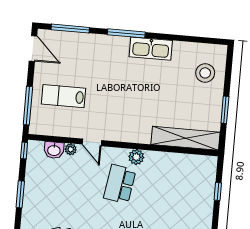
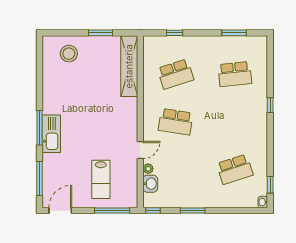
kitchen sink: (151, 49) -> (51, 134), moved
plant: (136, 157) -> (150, 109), removed
school desk: (172, 189) -> (176, 74), added

